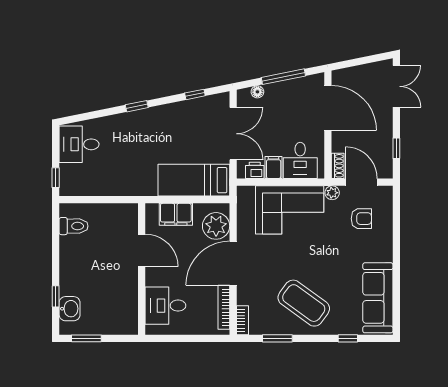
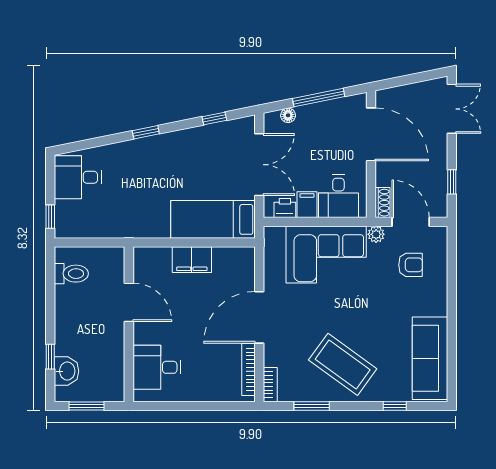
plant: (216, 226) -> (239, 273), removed
door: (142, 250) -> (129, 302), moved
wall: (142, 269) -> (129, 324), moved
desk: (165, 306) -> (157, 367), moved

